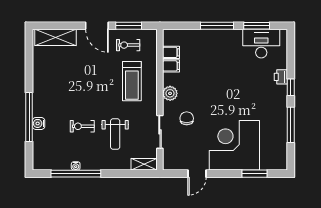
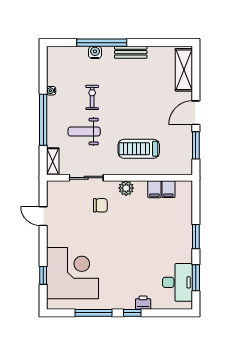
window: (217, 26) -> (196, 237), width x0.69
exercise bike: (128, 45) -> (176, 145), removed
bench: (38, 89) -> (131, 52), added
corner desk: (234, 145) -> (72, 273), moved
window: (76, 174) -> (43, 120), moved
window: (254, 174) -> (43, 275), width x0.67

